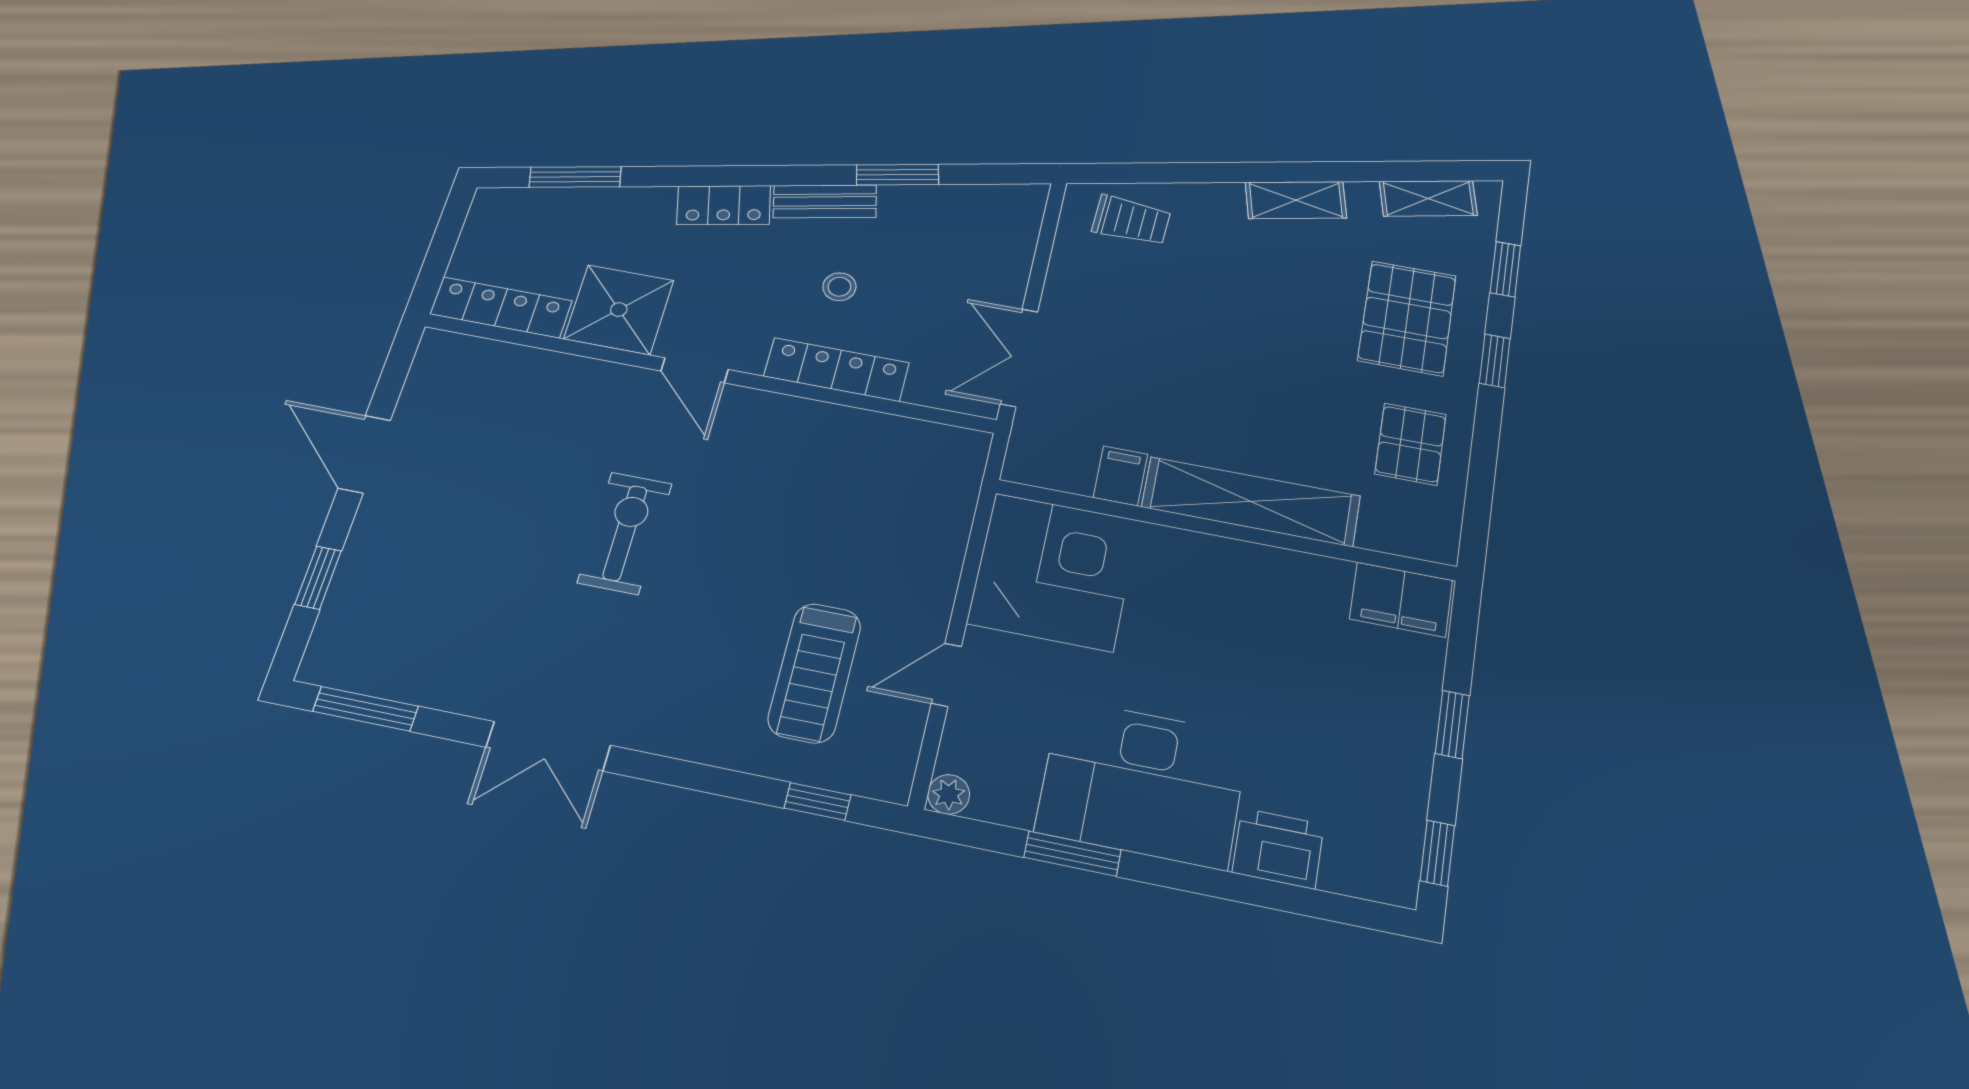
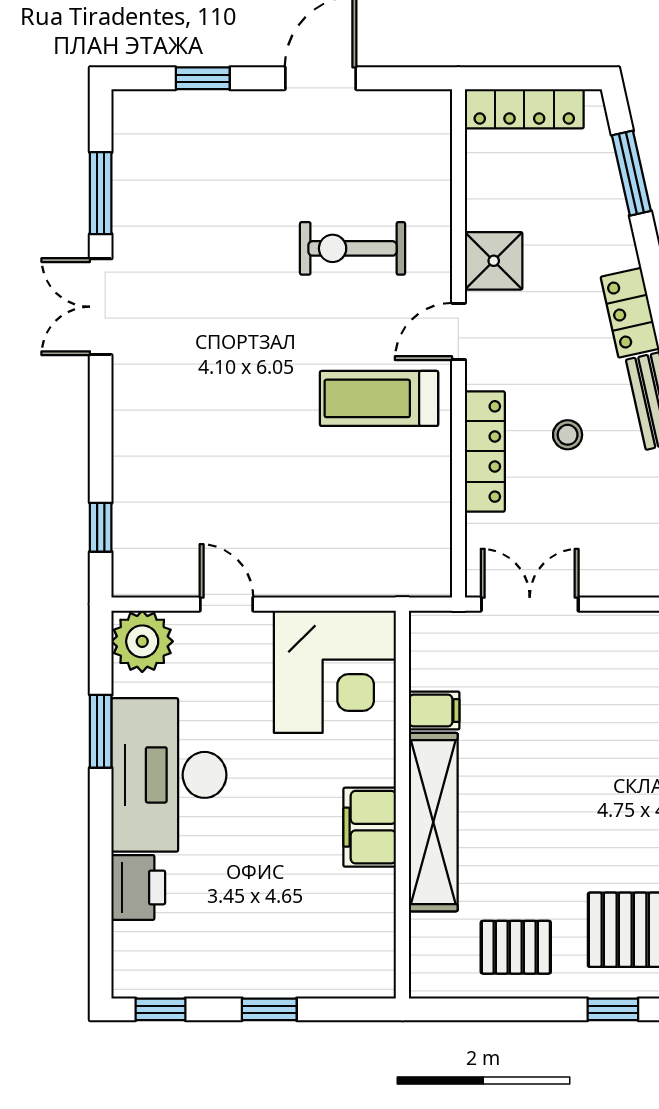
locker: (501, 307) -> (524, 109), moved, turned 90
shower: (619, 310) -> (494, 261), width x0.73, depth x0.73
exercise bike: (625, 533) -> (353, 248), moved, turned 180
filing cabinet: (1401, 600) -> (370, 827), moved
treadmill: (815, 673) -> (379, 398), moved
window: (366, 709) -> (101, 193), moved
plant: (949, 794) -> (142, 641), width x1.88, depth x1.88

